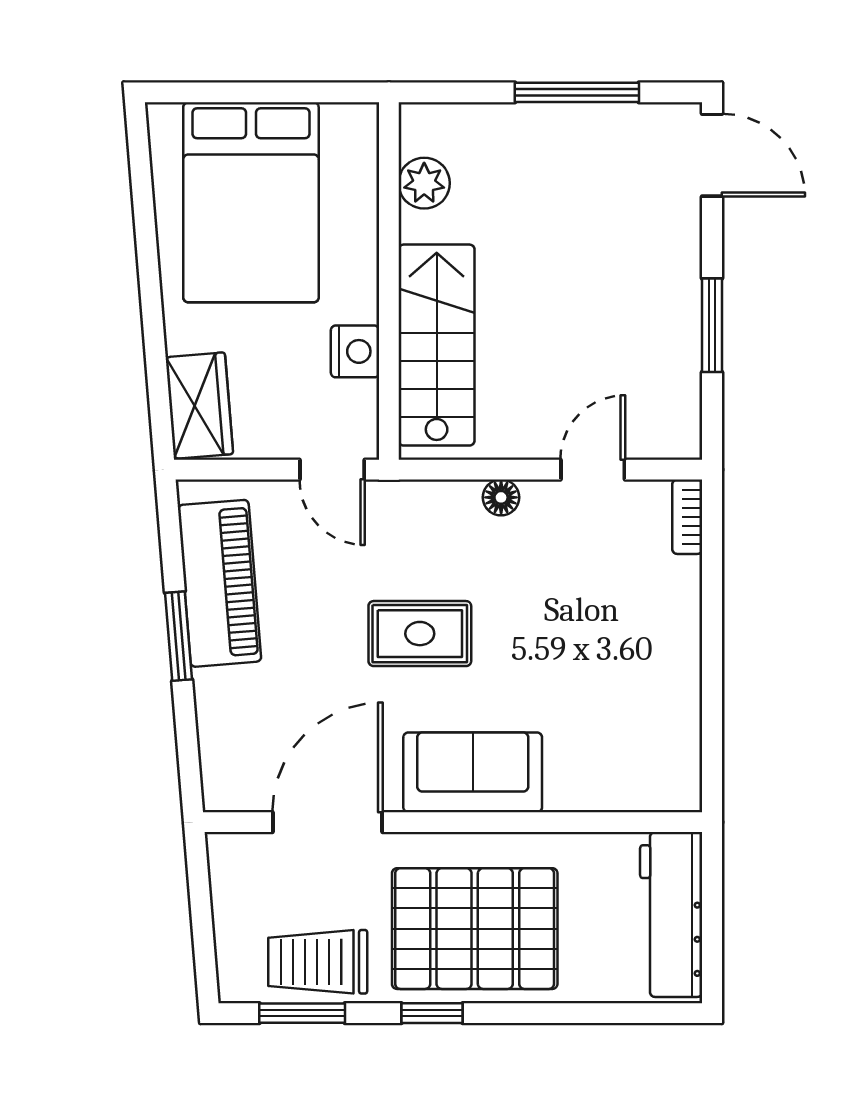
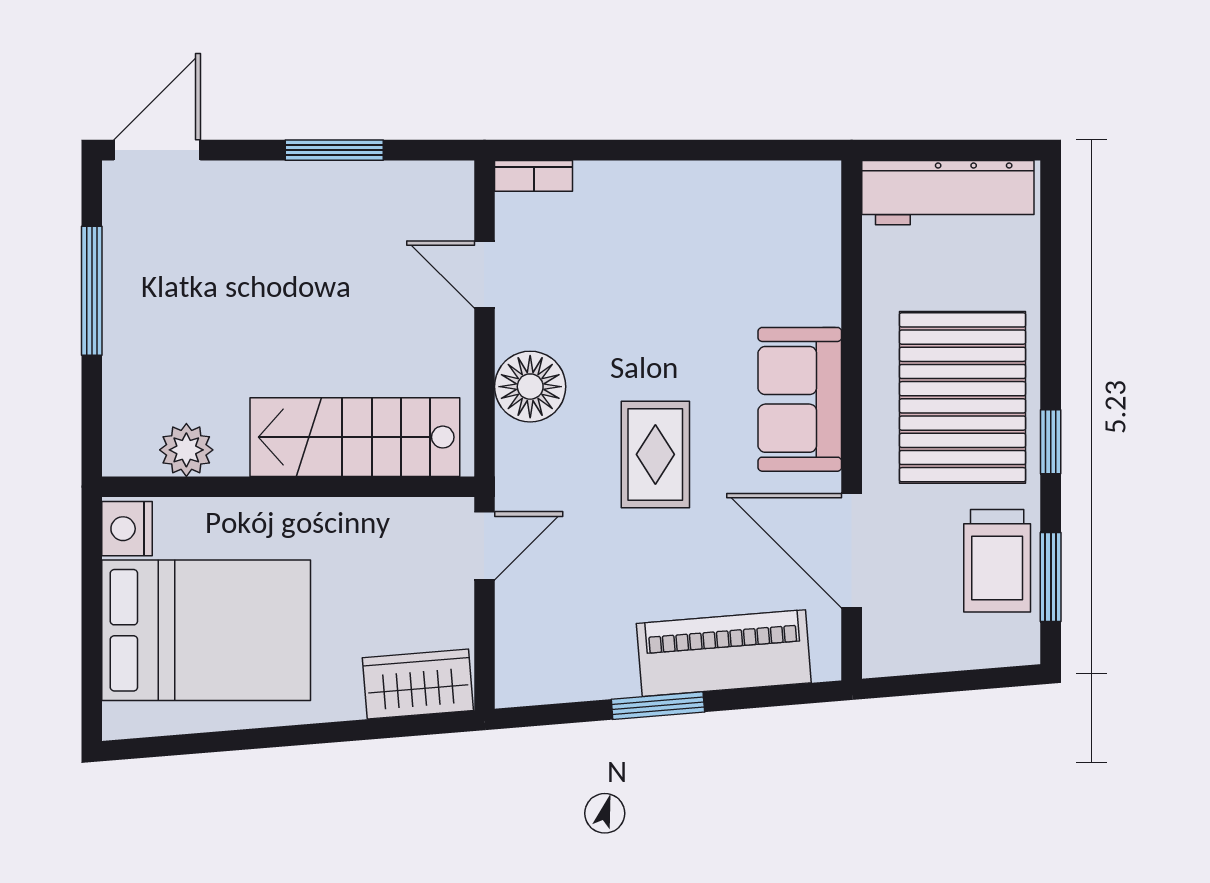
nightstand: (355, 351) -> (127, 529), moved, turned -90
floor lamp: (501, 497) -> (530, 387), width x1.89, depth x1.89
piano: (220, 583) -> (724, 653), moved

